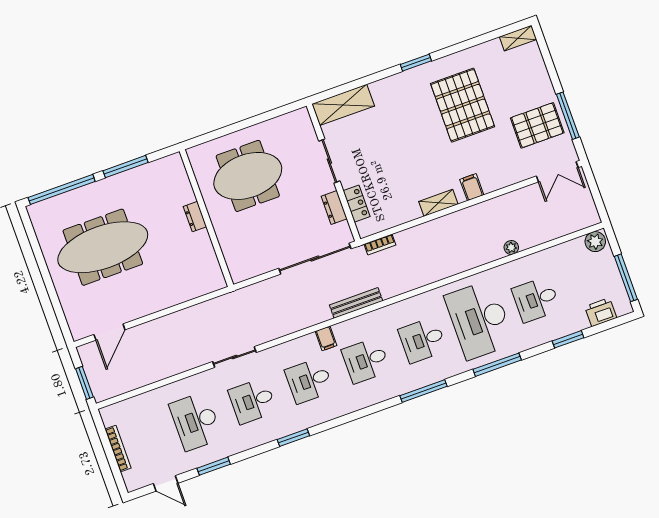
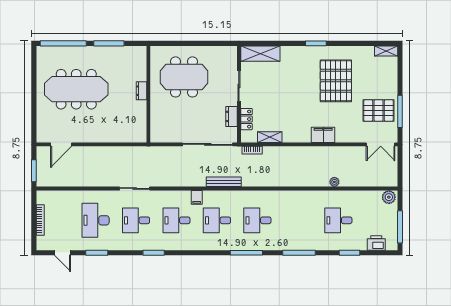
filing cabinet: (472, 187) -> (323, 135), width x2.00
shelving: (438, 203) -> (270, 137), moved
desk: (479, 320) -> (298, 220), removed

